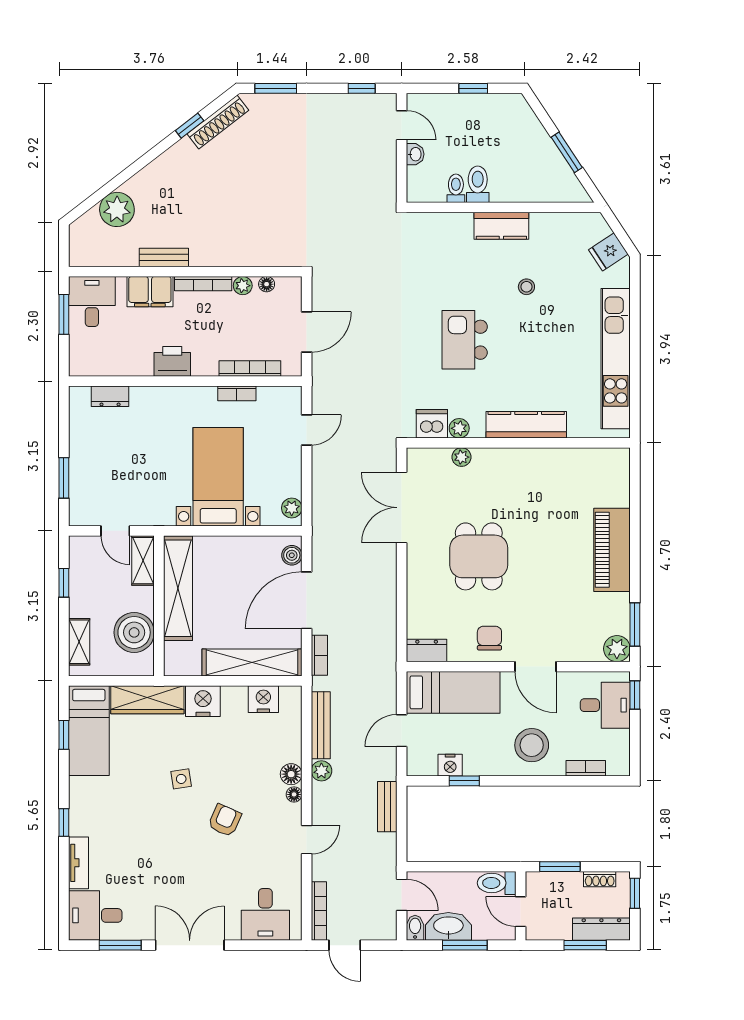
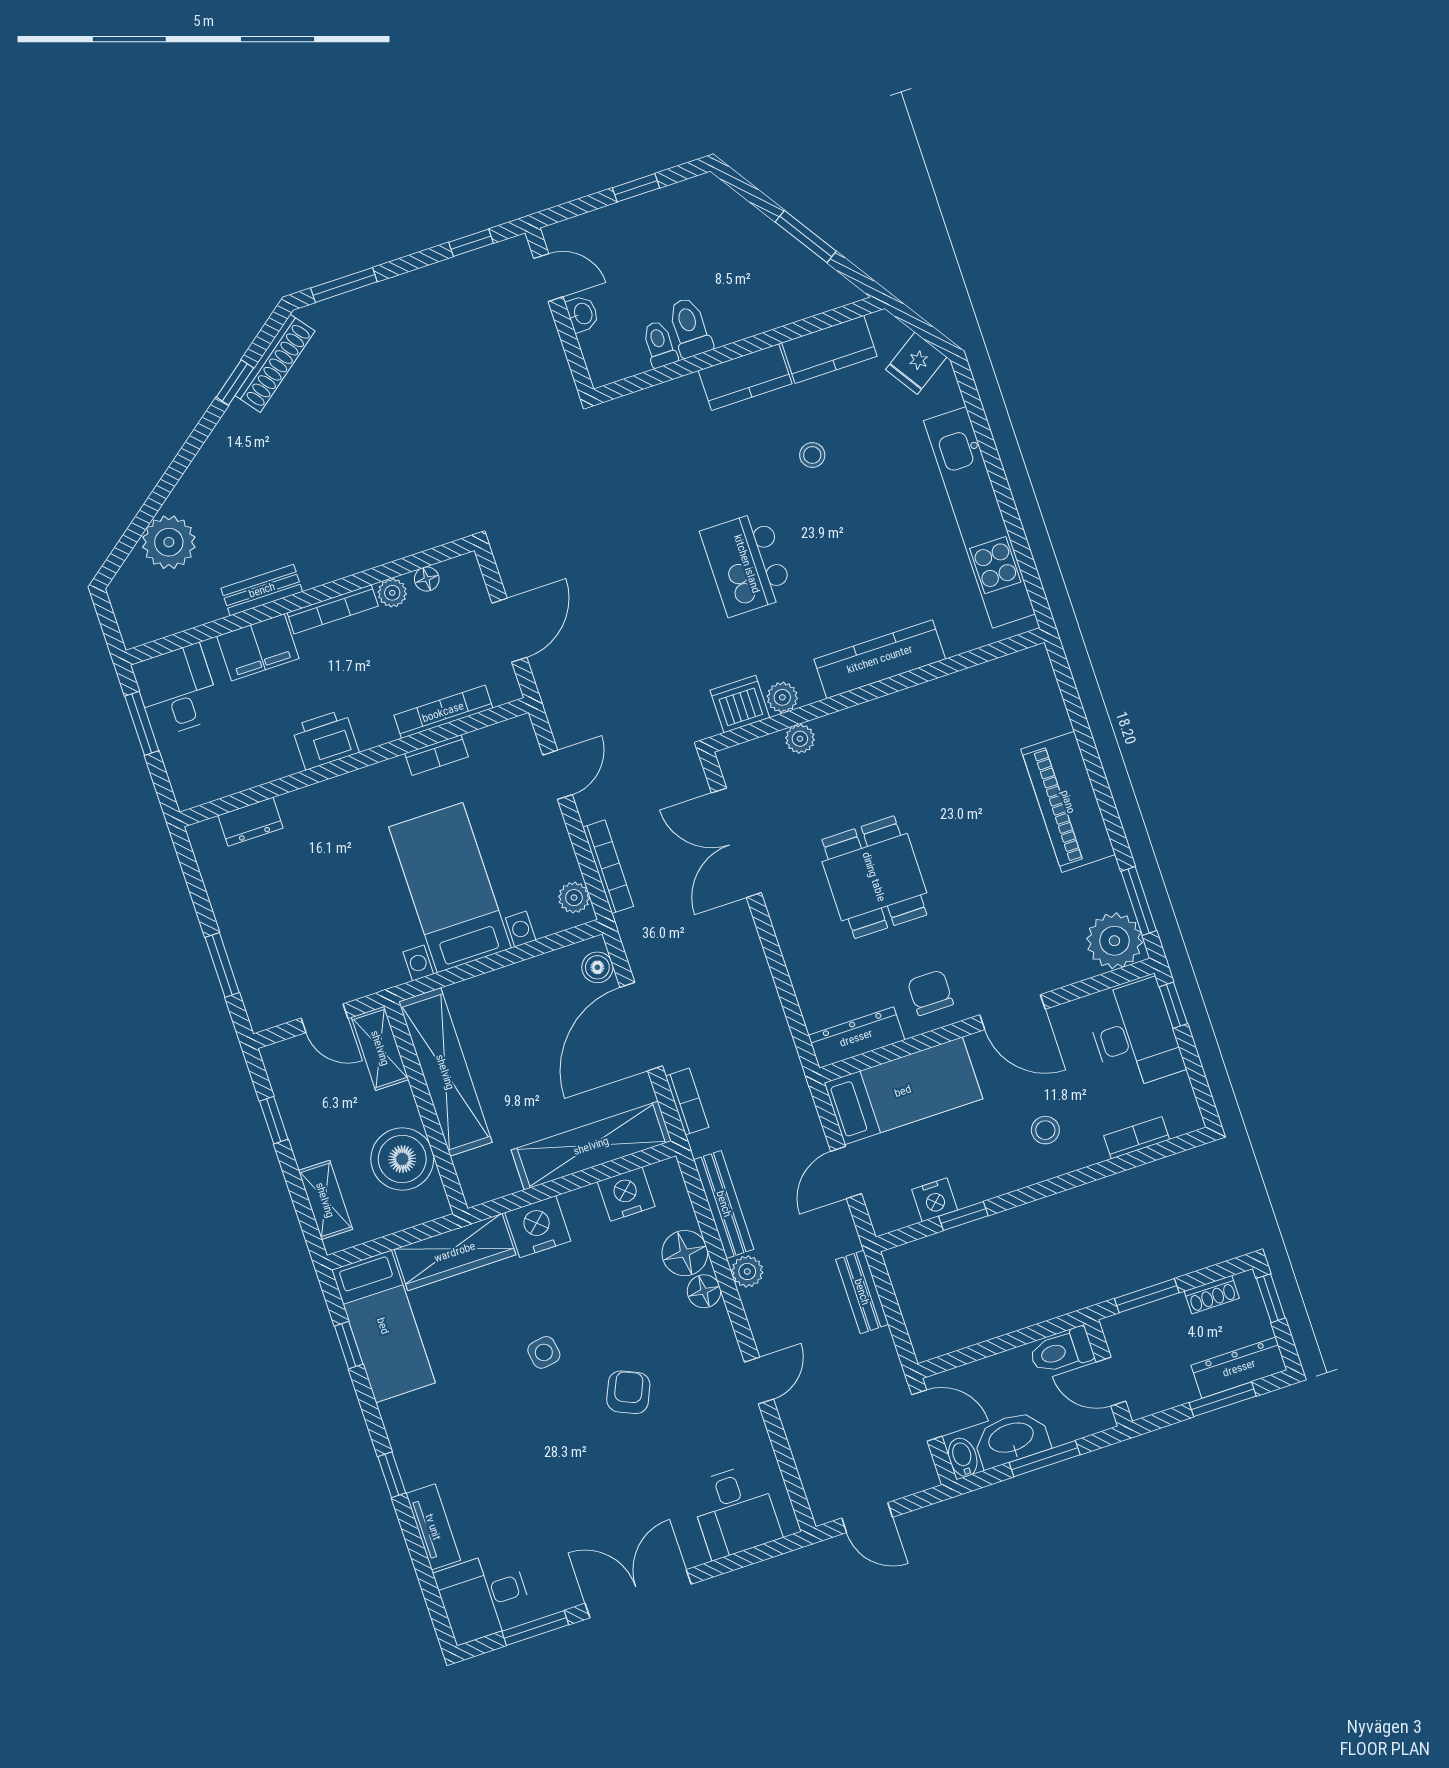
kitchen counter: (558, 226) -> (829, 349), added
plant: (617, 649) -> (1114, 941), width x1.36, depth x1.36
dresser: (427, 651) -> (856, 1038), width x1.44
desk: (605, 705) -> (1134, 1035), width x1.37
stool: (532, 745) -> (1045, 1130), width x0.53, depth x0.53
floor lamp: (294, 794) -> (685, 1253), moved, width x1.89, depth x1.89
bookcase: (319, 911) -> (608, 867), moved

